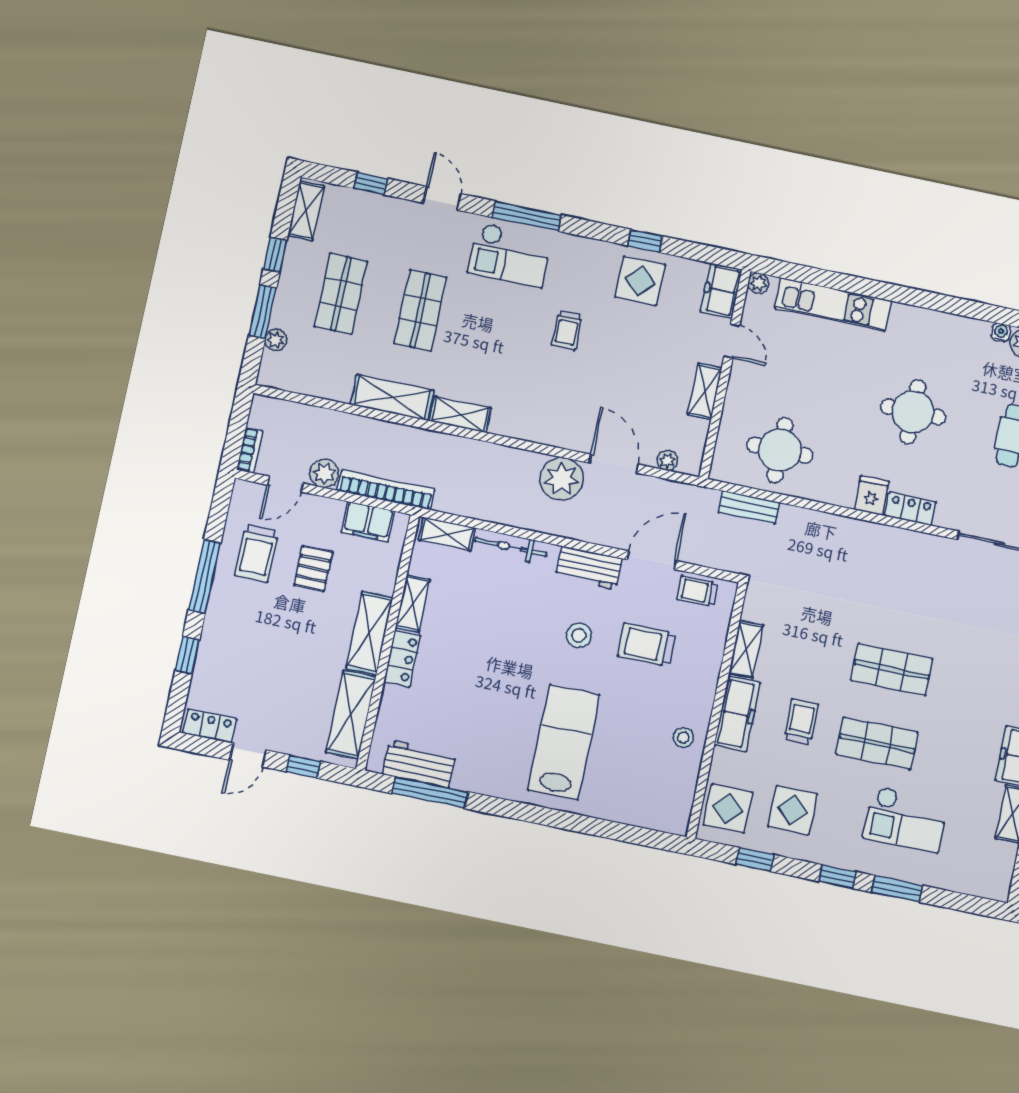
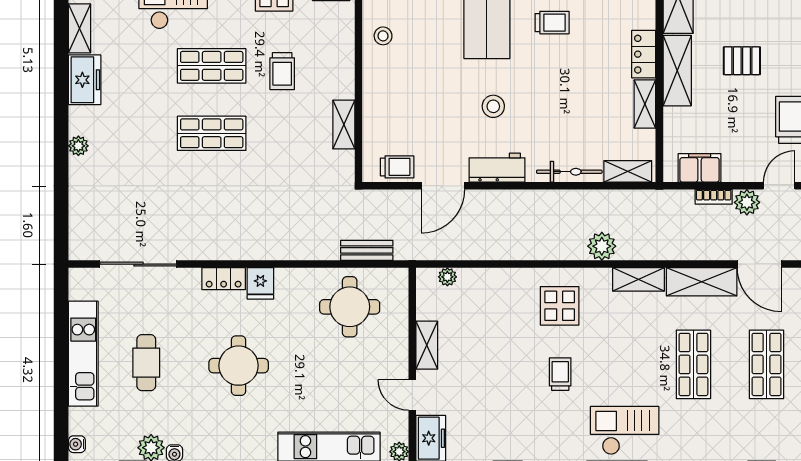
display table: (640, 281) -> (560, 306), moved
door: (614, 464) -> (759, 264), moved
plant: (562, 479) -> (602, 246), moved, width x0.73, depth x0.73
bookcase: (386, 490) -> (714, 197), width x0.43, depth x0.76
pallet: (313, 568) -> (742, 61), moved, turned 90
trolley: (647, 645) -> (552, 23), moved, width x0.73, depth x0.72
freezer: (737, 714) -> (340, 66), removed

